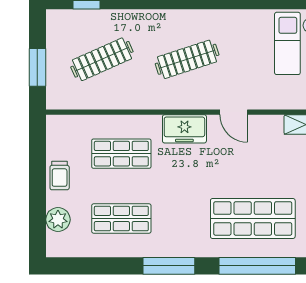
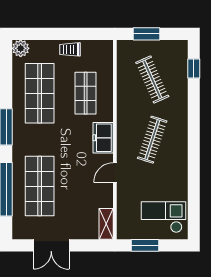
clothes rail: (187, 59) -> (152, 140), turned 36
shop shelf: (121, 218) -> (40, 93), width x1.43, depth x1.36
plant: (58, 220) -> (21, 48), moved

